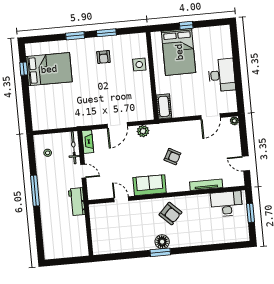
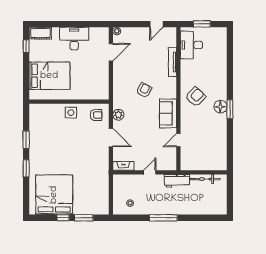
window: (186, 25) -> (26, 46), moved
armchair: (104, 57) -> (96, 115), moved
side table: (139, 65) -> (71, 113), moved
window: (24, 69) -> (63, 218), moved
bed: (49, 69) -> (54, 195), width x1.36
window: (27, 104) -> (84, 218), added
cot: (164, 106) -> (40, 33), moved
door: (211, 117) -> (111, 52), hinge flipped
bicycle: (74, 148) -> (205, 179), moved

